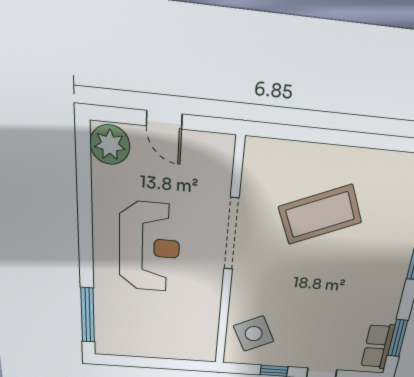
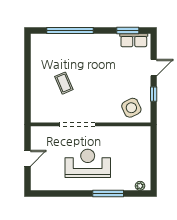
plant: (110, 145) -> (140, 186), moved, width x0.53, depth x0.53
coffee table: (320, 215) -> (64, 83), width x0.54, depth x0.58
window: (88, 315) -> (108, 194), moved

